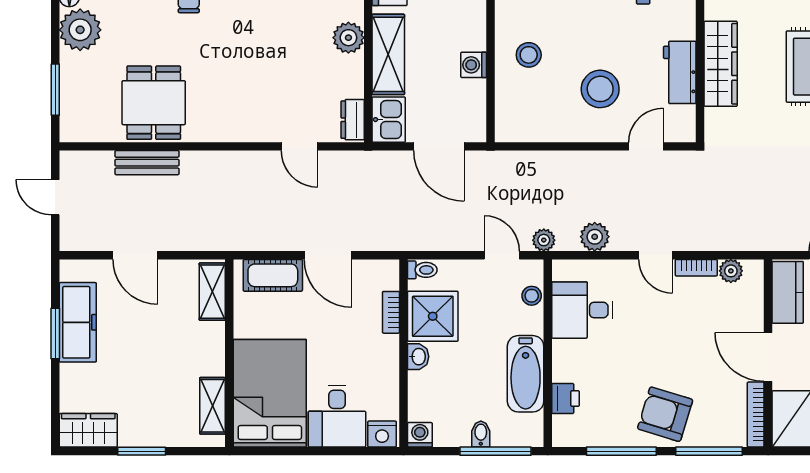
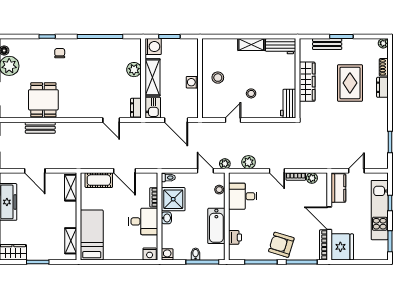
workbench: (680, 72) -> (288, 104), moved
stool: (600, 89) -> (251, 93), width x0.53, depth x0.53
door: (646, 146) -> (233, 120), moved
bed: (270, 393) -> (92, 235), width x0.67
desk: (337, 416) -> (143, 221), moved, turned -90

